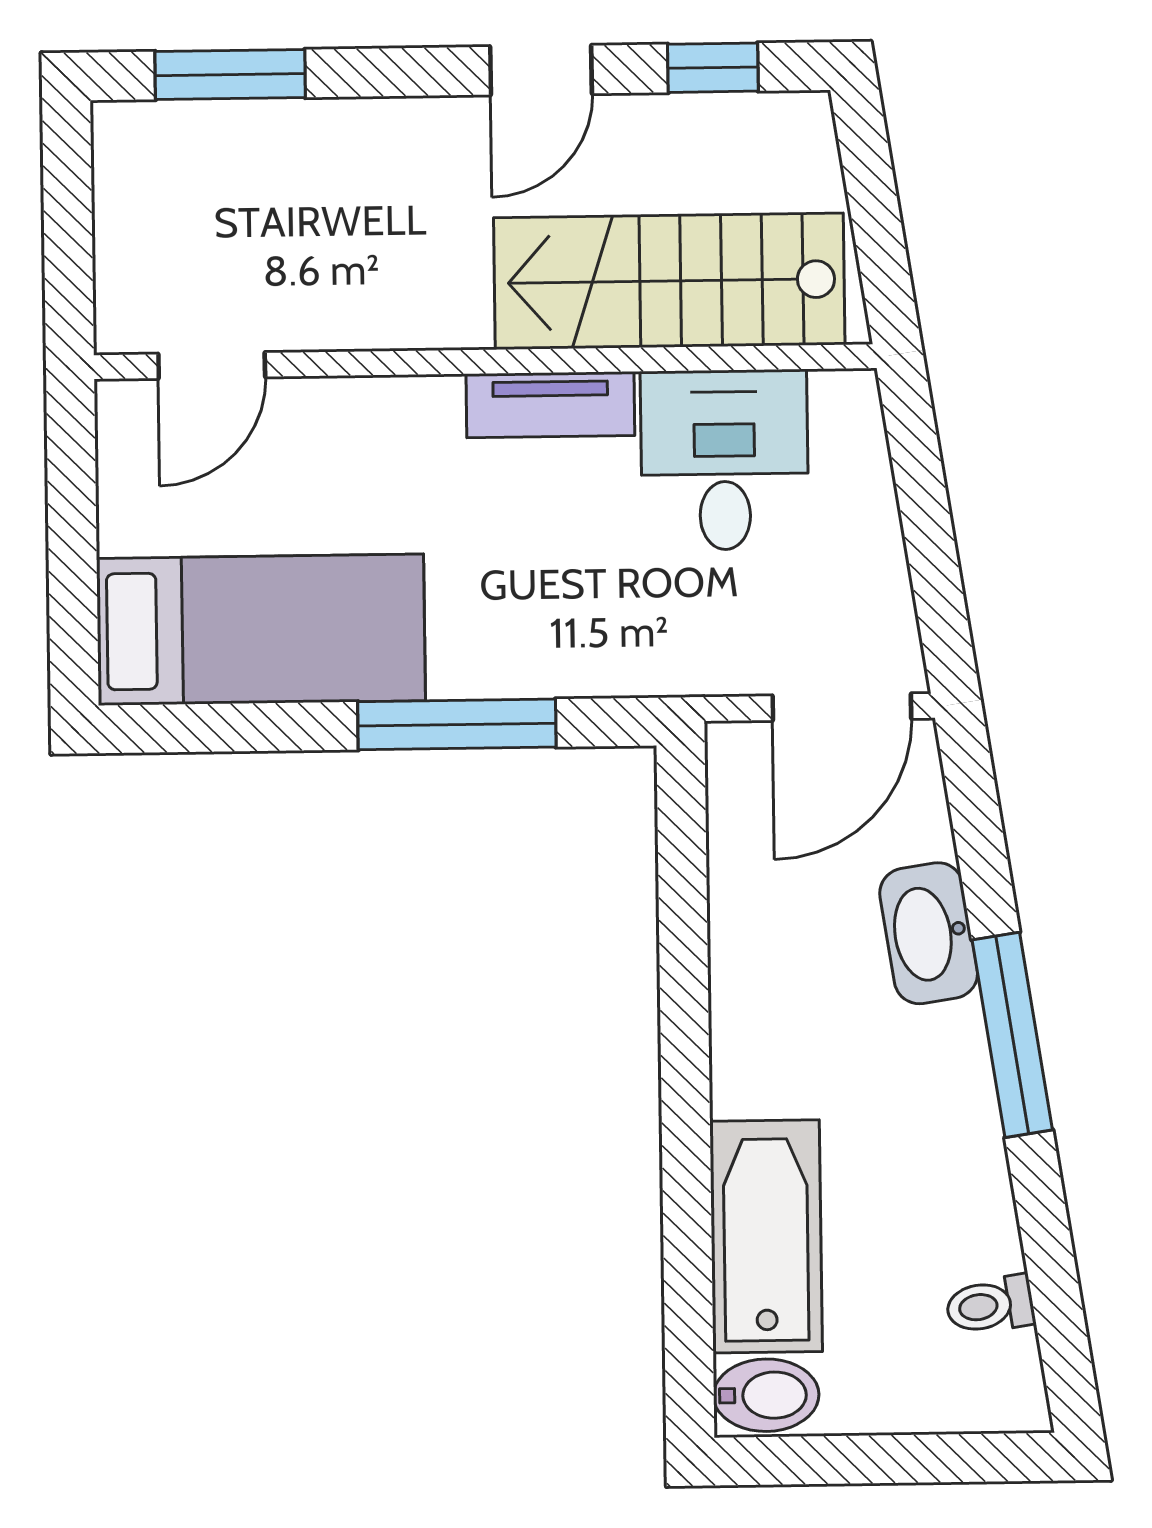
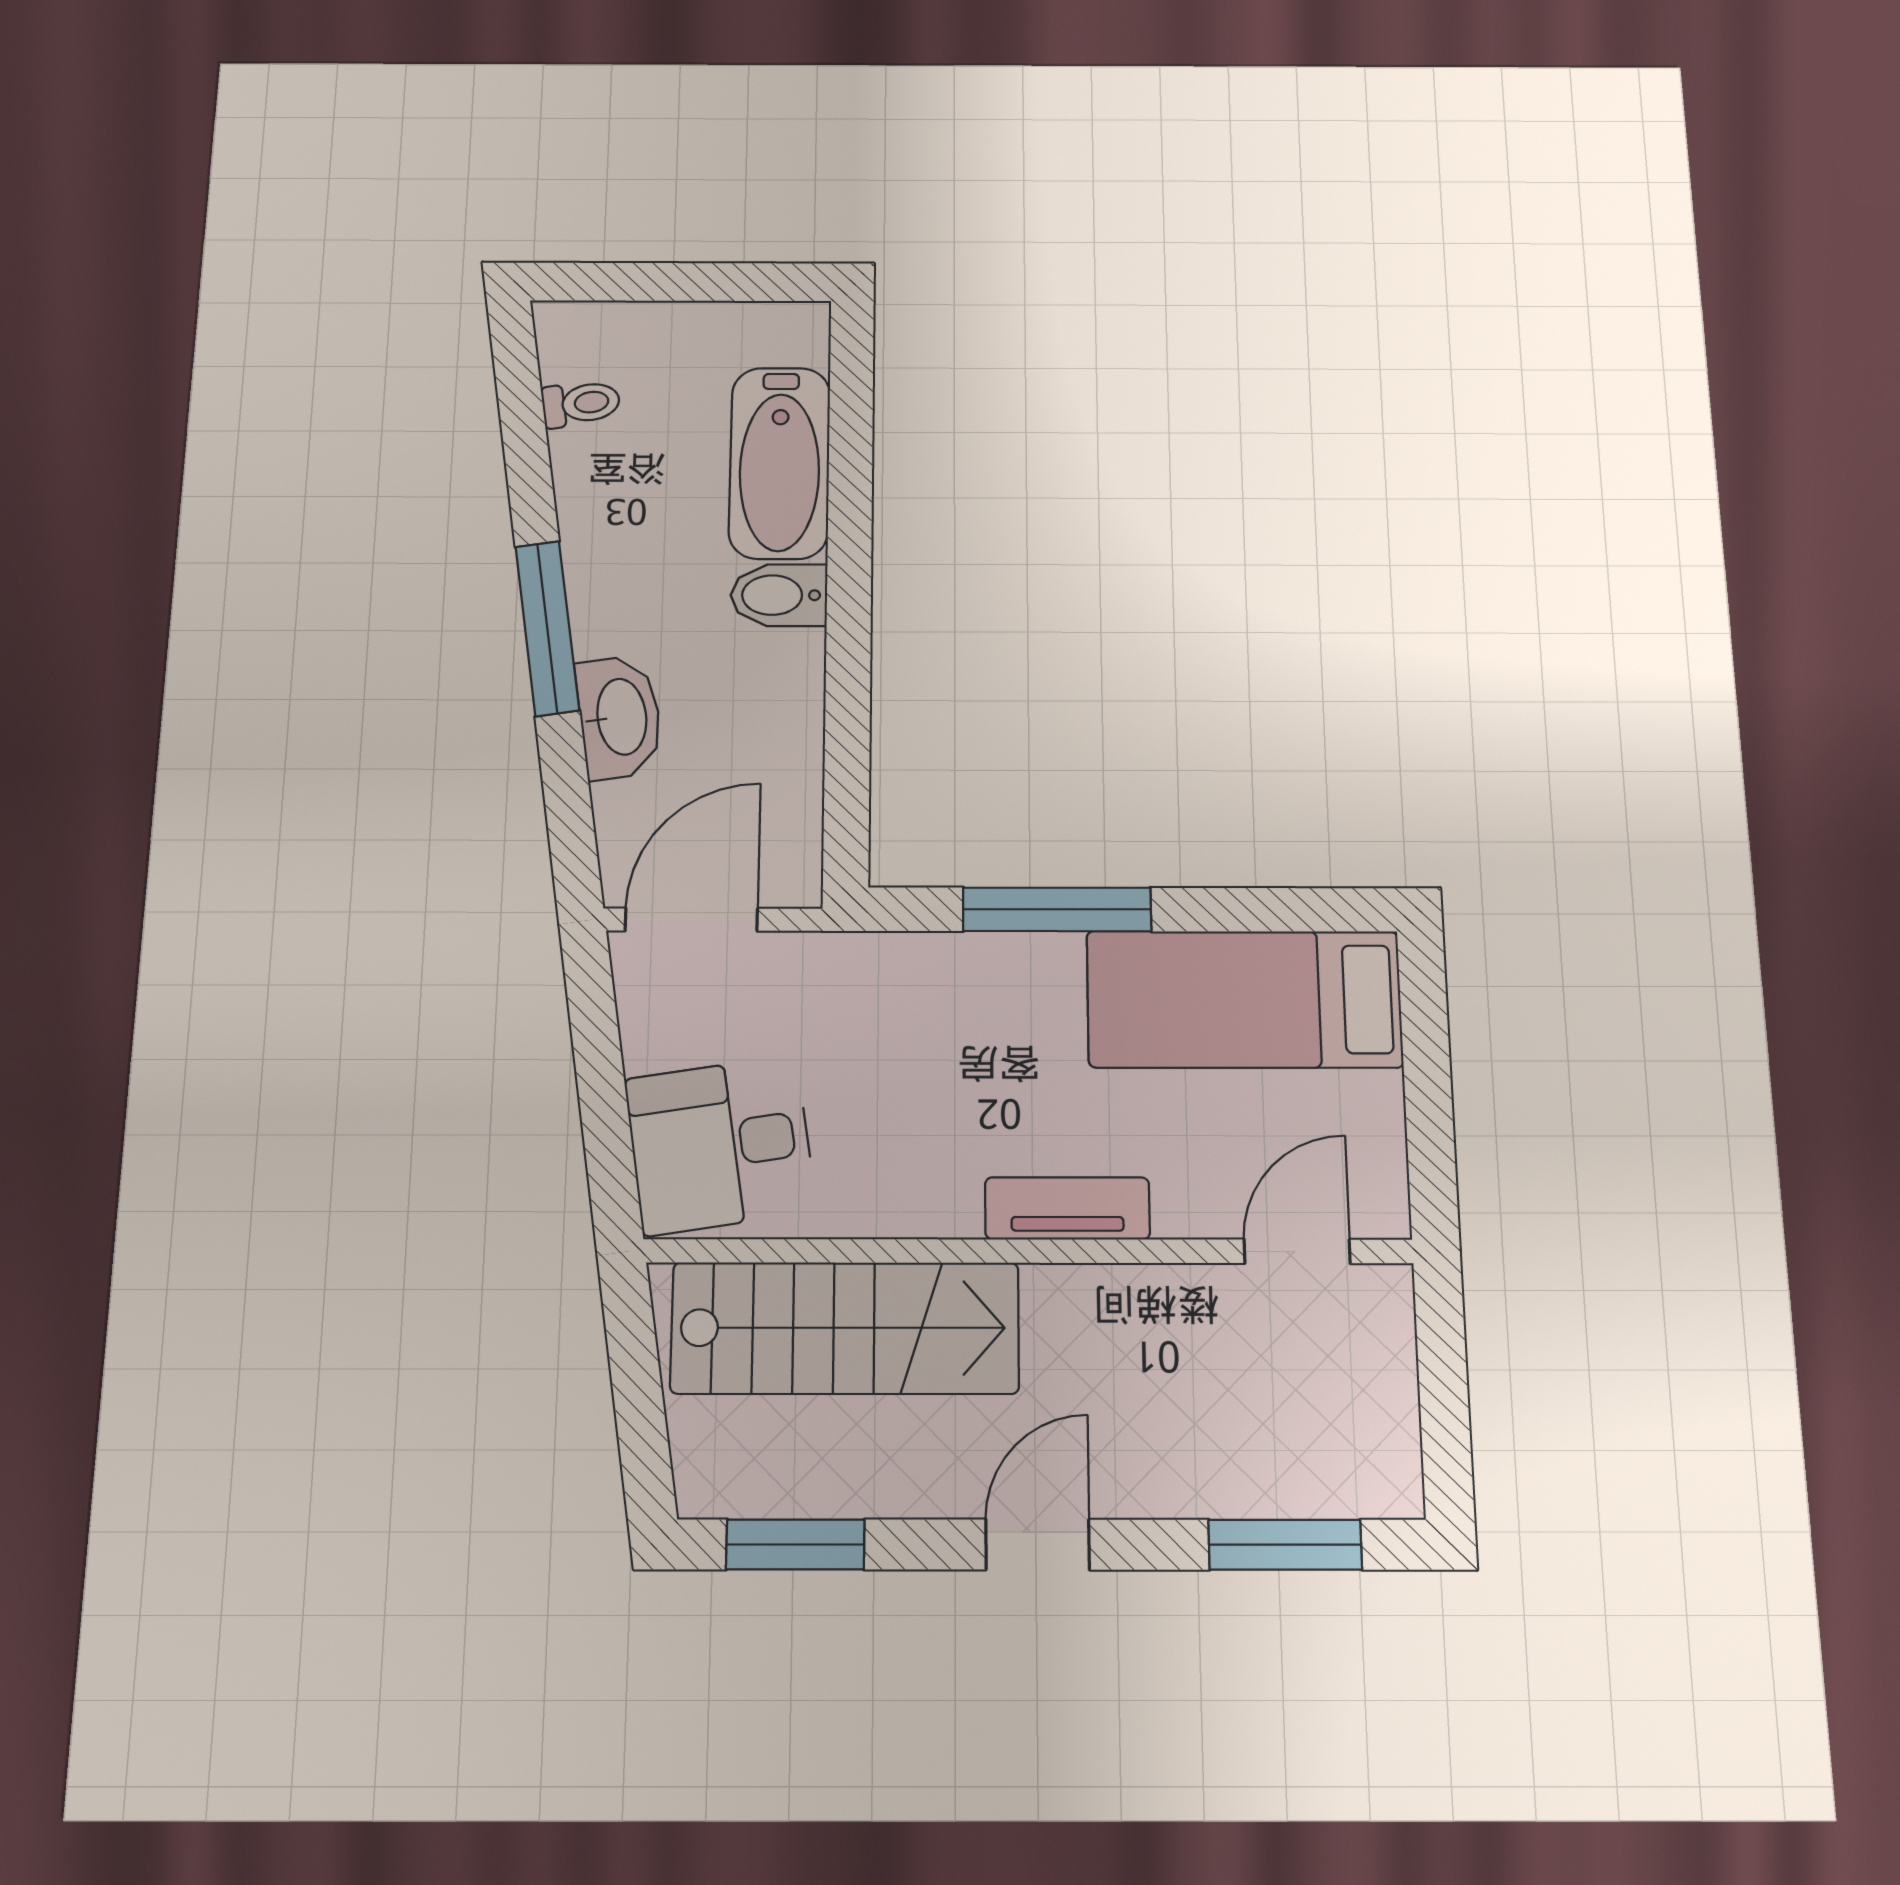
window: (713, 68) -> (795, 1544), width x1.50
door: (541, 70) -> (1037, 1545), moved
tv unit: (550, 405) -> (1067, 1208), moved
desk: (725, 460) -> (720, 1145), moved, turned 81
bidet: (766, 1395) -> (779, 595), moved

